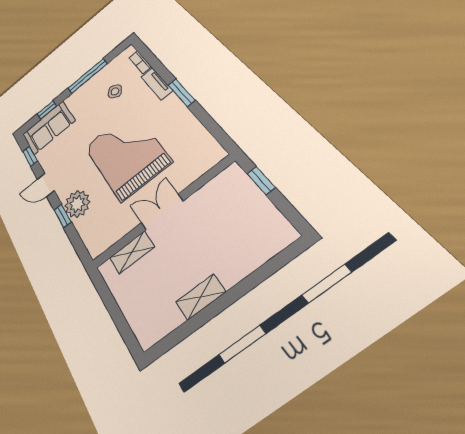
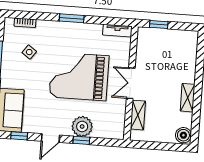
tv unit: (157, 84) -> (117, 31), moved
boiler: (149, 332) -> (183, 135), added

